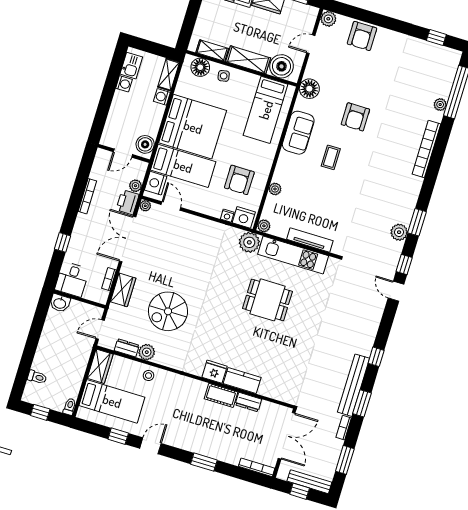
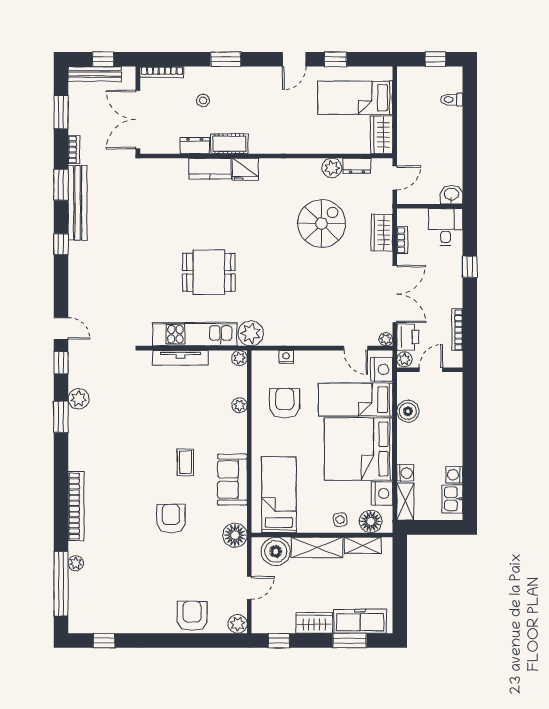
door: (123, 153) -> (431, 370), moved
wall: (124, 153) -> (430, 370), moved
nightstand: (244, 217) -> (382, 493), moved, turned 90
stool: (149, 376) -> (203, 100), moved
toilet: (70, 407) -> (403, 77), removed

